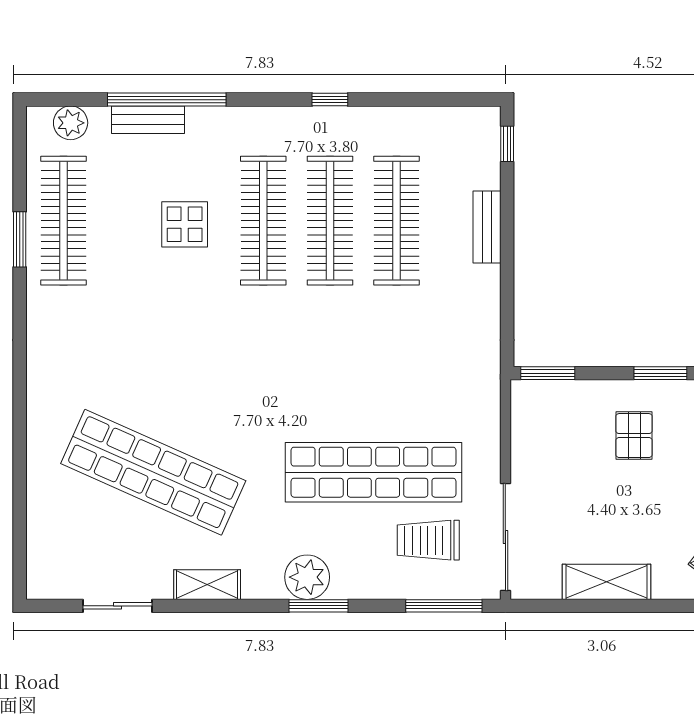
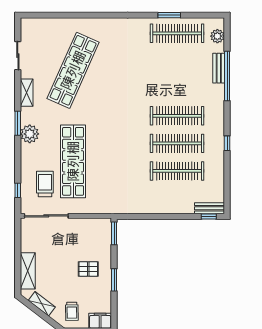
display table: (185, 224) -> (175, 83), removed
bench: (487, 227) -> (210, 208), moved
shelving: (607, 582) -> (28, 271), moved
window: (318, 606) -> (18, 123), moved
window: (444, 606) -> (18, 190), width x0.46

